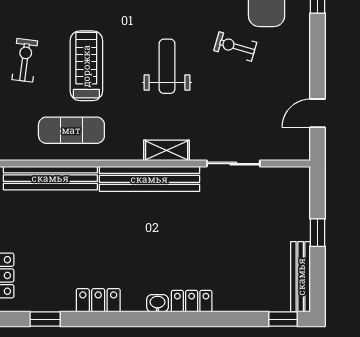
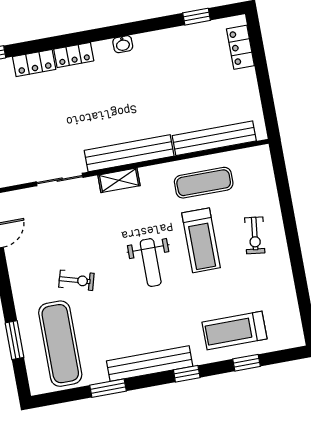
weight bench: (167, 66) -> (151, 263), moved
locker: (98, 300) -> (34, 63), moved
washbasin: (158, 303) -> (123, 44), moved

